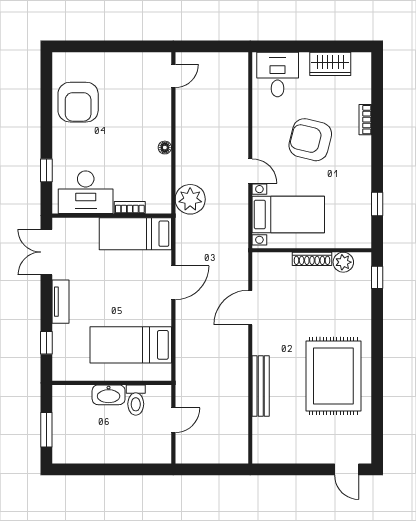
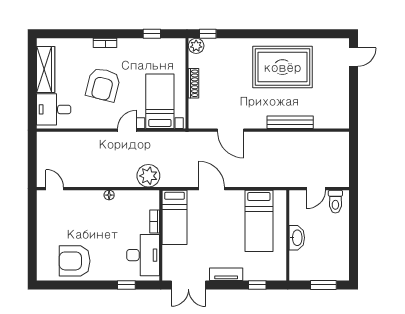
wardrobe: (330, 64) -> (46, 69), width x1.50
armchair: (78, 102) -> (75, 261), turned 180
bookcase: (365, 120) -> (105, 43), moved
plant: (343, 262) -> (196, 46), moved
toilet: (136, 400) -> (335, 202), moved, turned 90
door: (173, 420) -> (316, 189), swing flipped

